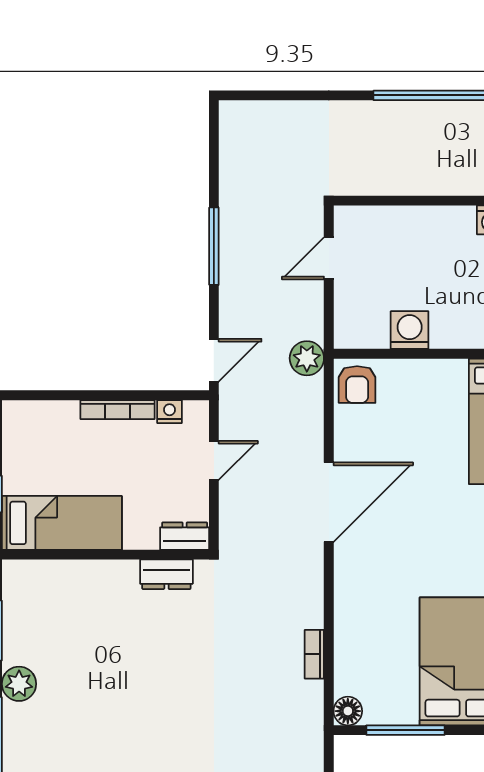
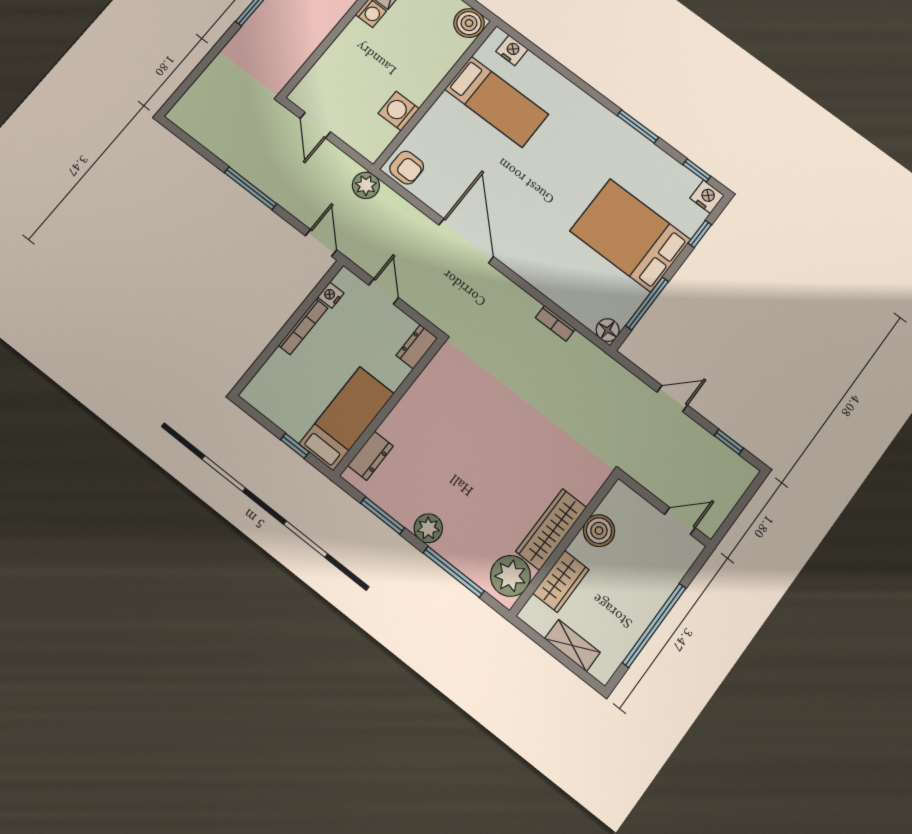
dresser: (166, 574) -> (370, 456), moved

